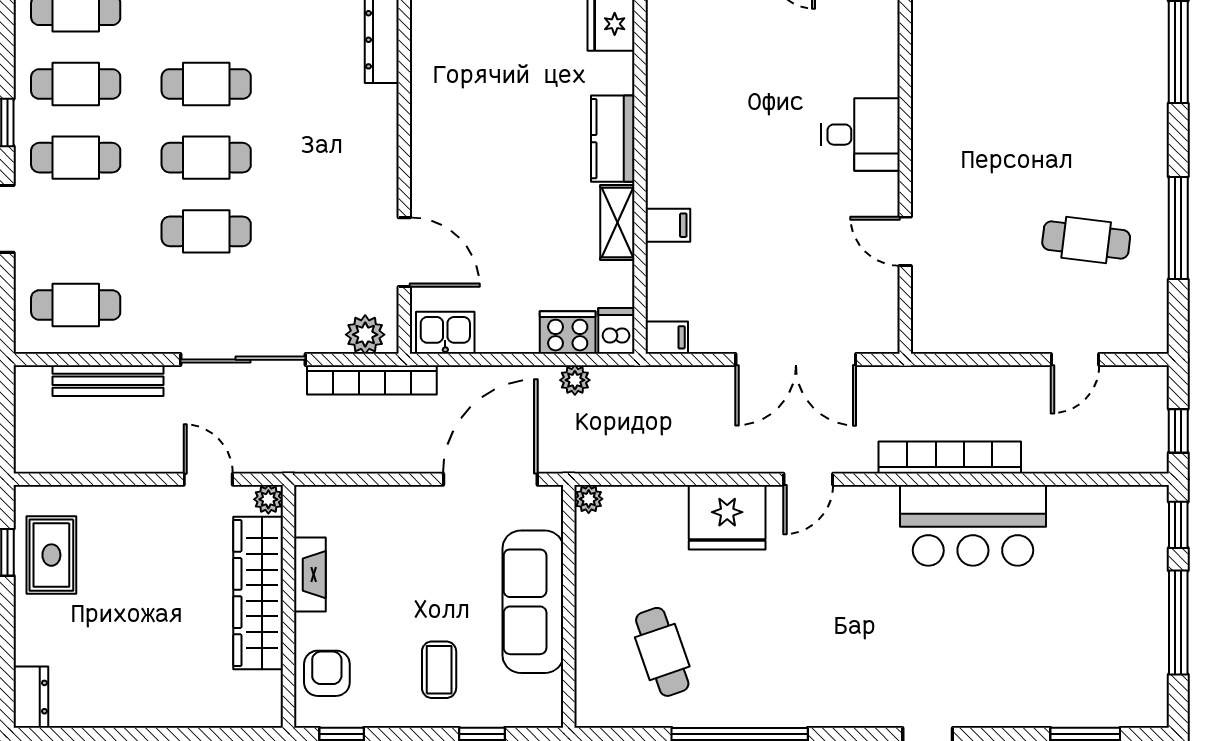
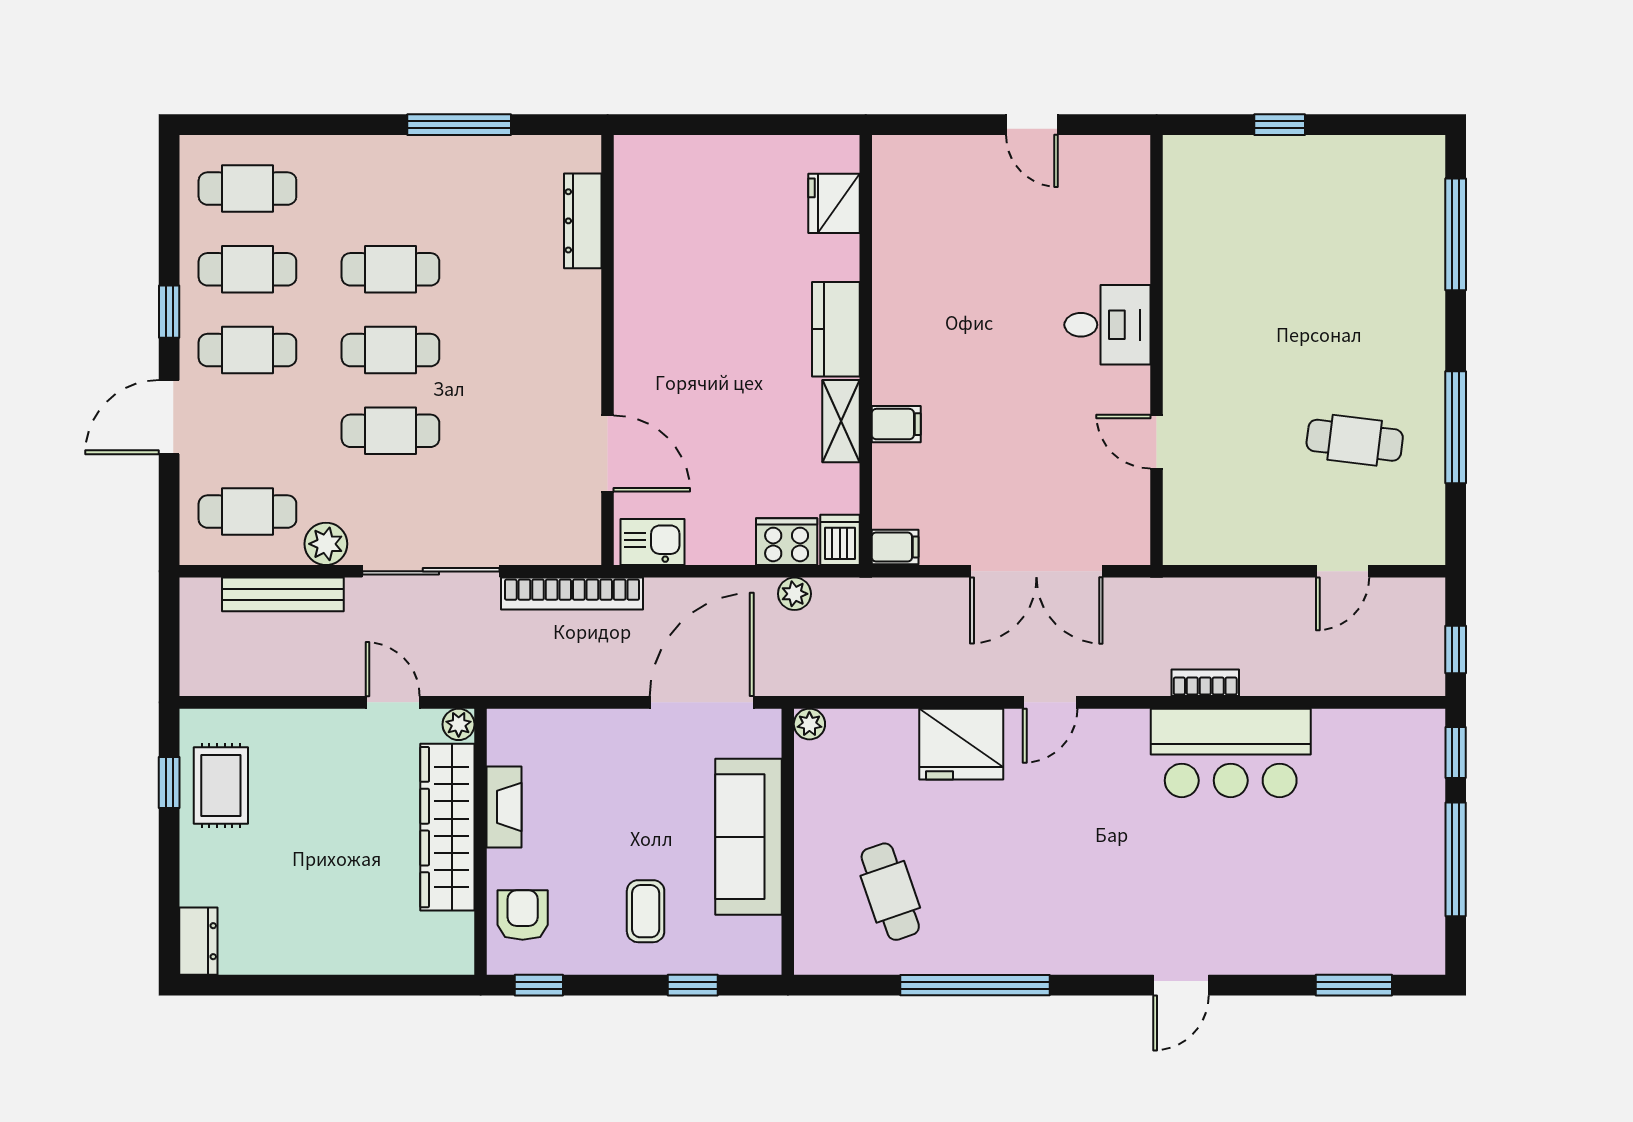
plant: (365, 335) -> (326, 544), moved
bookcase: (950, 457) -> (1205, 683), width x0.43, depth x0.76

